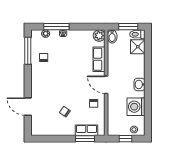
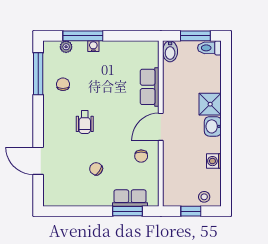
plant: (99, 36) -> (150, 50), removed
shower: (138, 47) -> (210, 104), moved
wheelchair: (58, 82) -> (85, 122), added
door: (106, 85) -> (161, 127), hinge flipped
washing machine: (136, 107) -> (214, 161), width x0.53, depth x0.53

